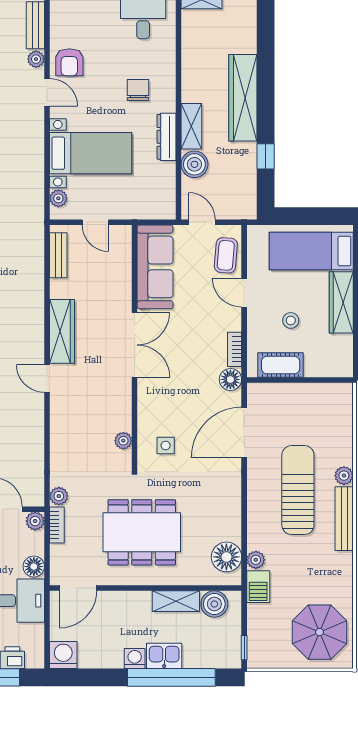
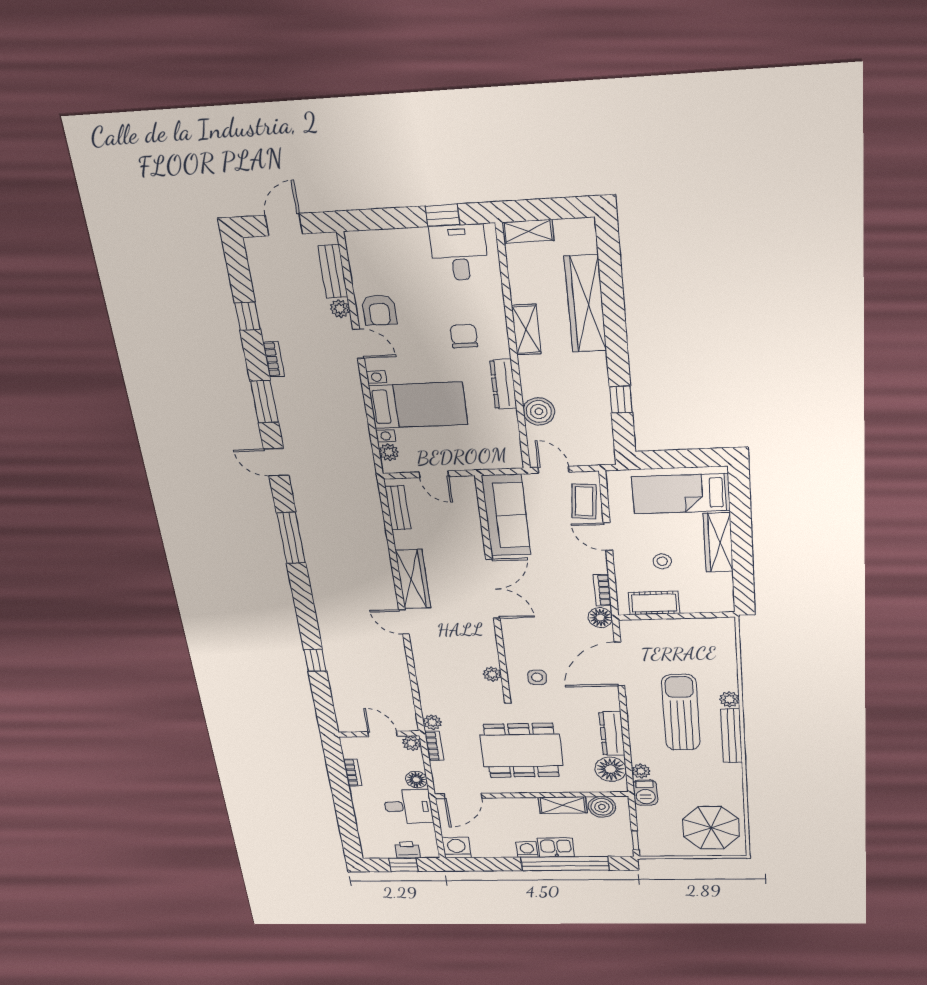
wardrobe: (243, 98) -> (585, 304), moved
shelving: (191, 126) -> (526, 330), moved
dresser: (231, 513) -> (612, 733), added

